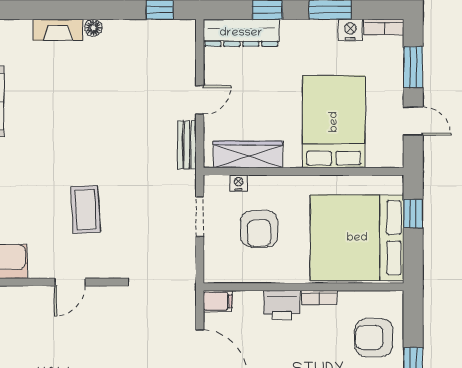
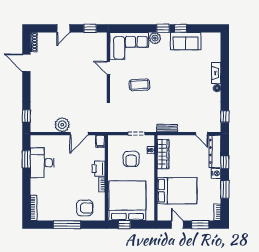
nightstand: (350, 30) -> (216, 173), moved
door: (200, 100) -> (202, 134), moved
door: (413, 121) -> (177, 225), swing flipped
window: (413, 213) -> (124, 225), moved
armchair: (259, 229) -> (131, 159), turned -90
door: (70, 282) -> (108, 68), moved
armchair: (374, 338) -> (85, 208), turned 90

